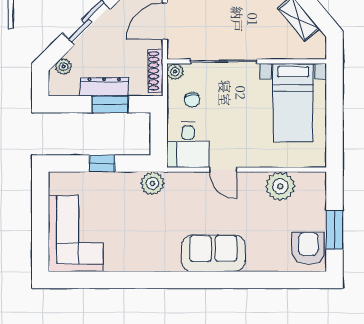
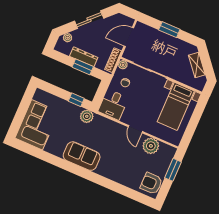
window: (102, 163) -> (76, 100), moved
door: (223, 170) -> (135, 129), moved
window: (334, 230) -> (173, 170), moved
armchair: (308, 248) -> (151, 183), turned -90
sofa: (213, 253) -> (82, 156), moved

